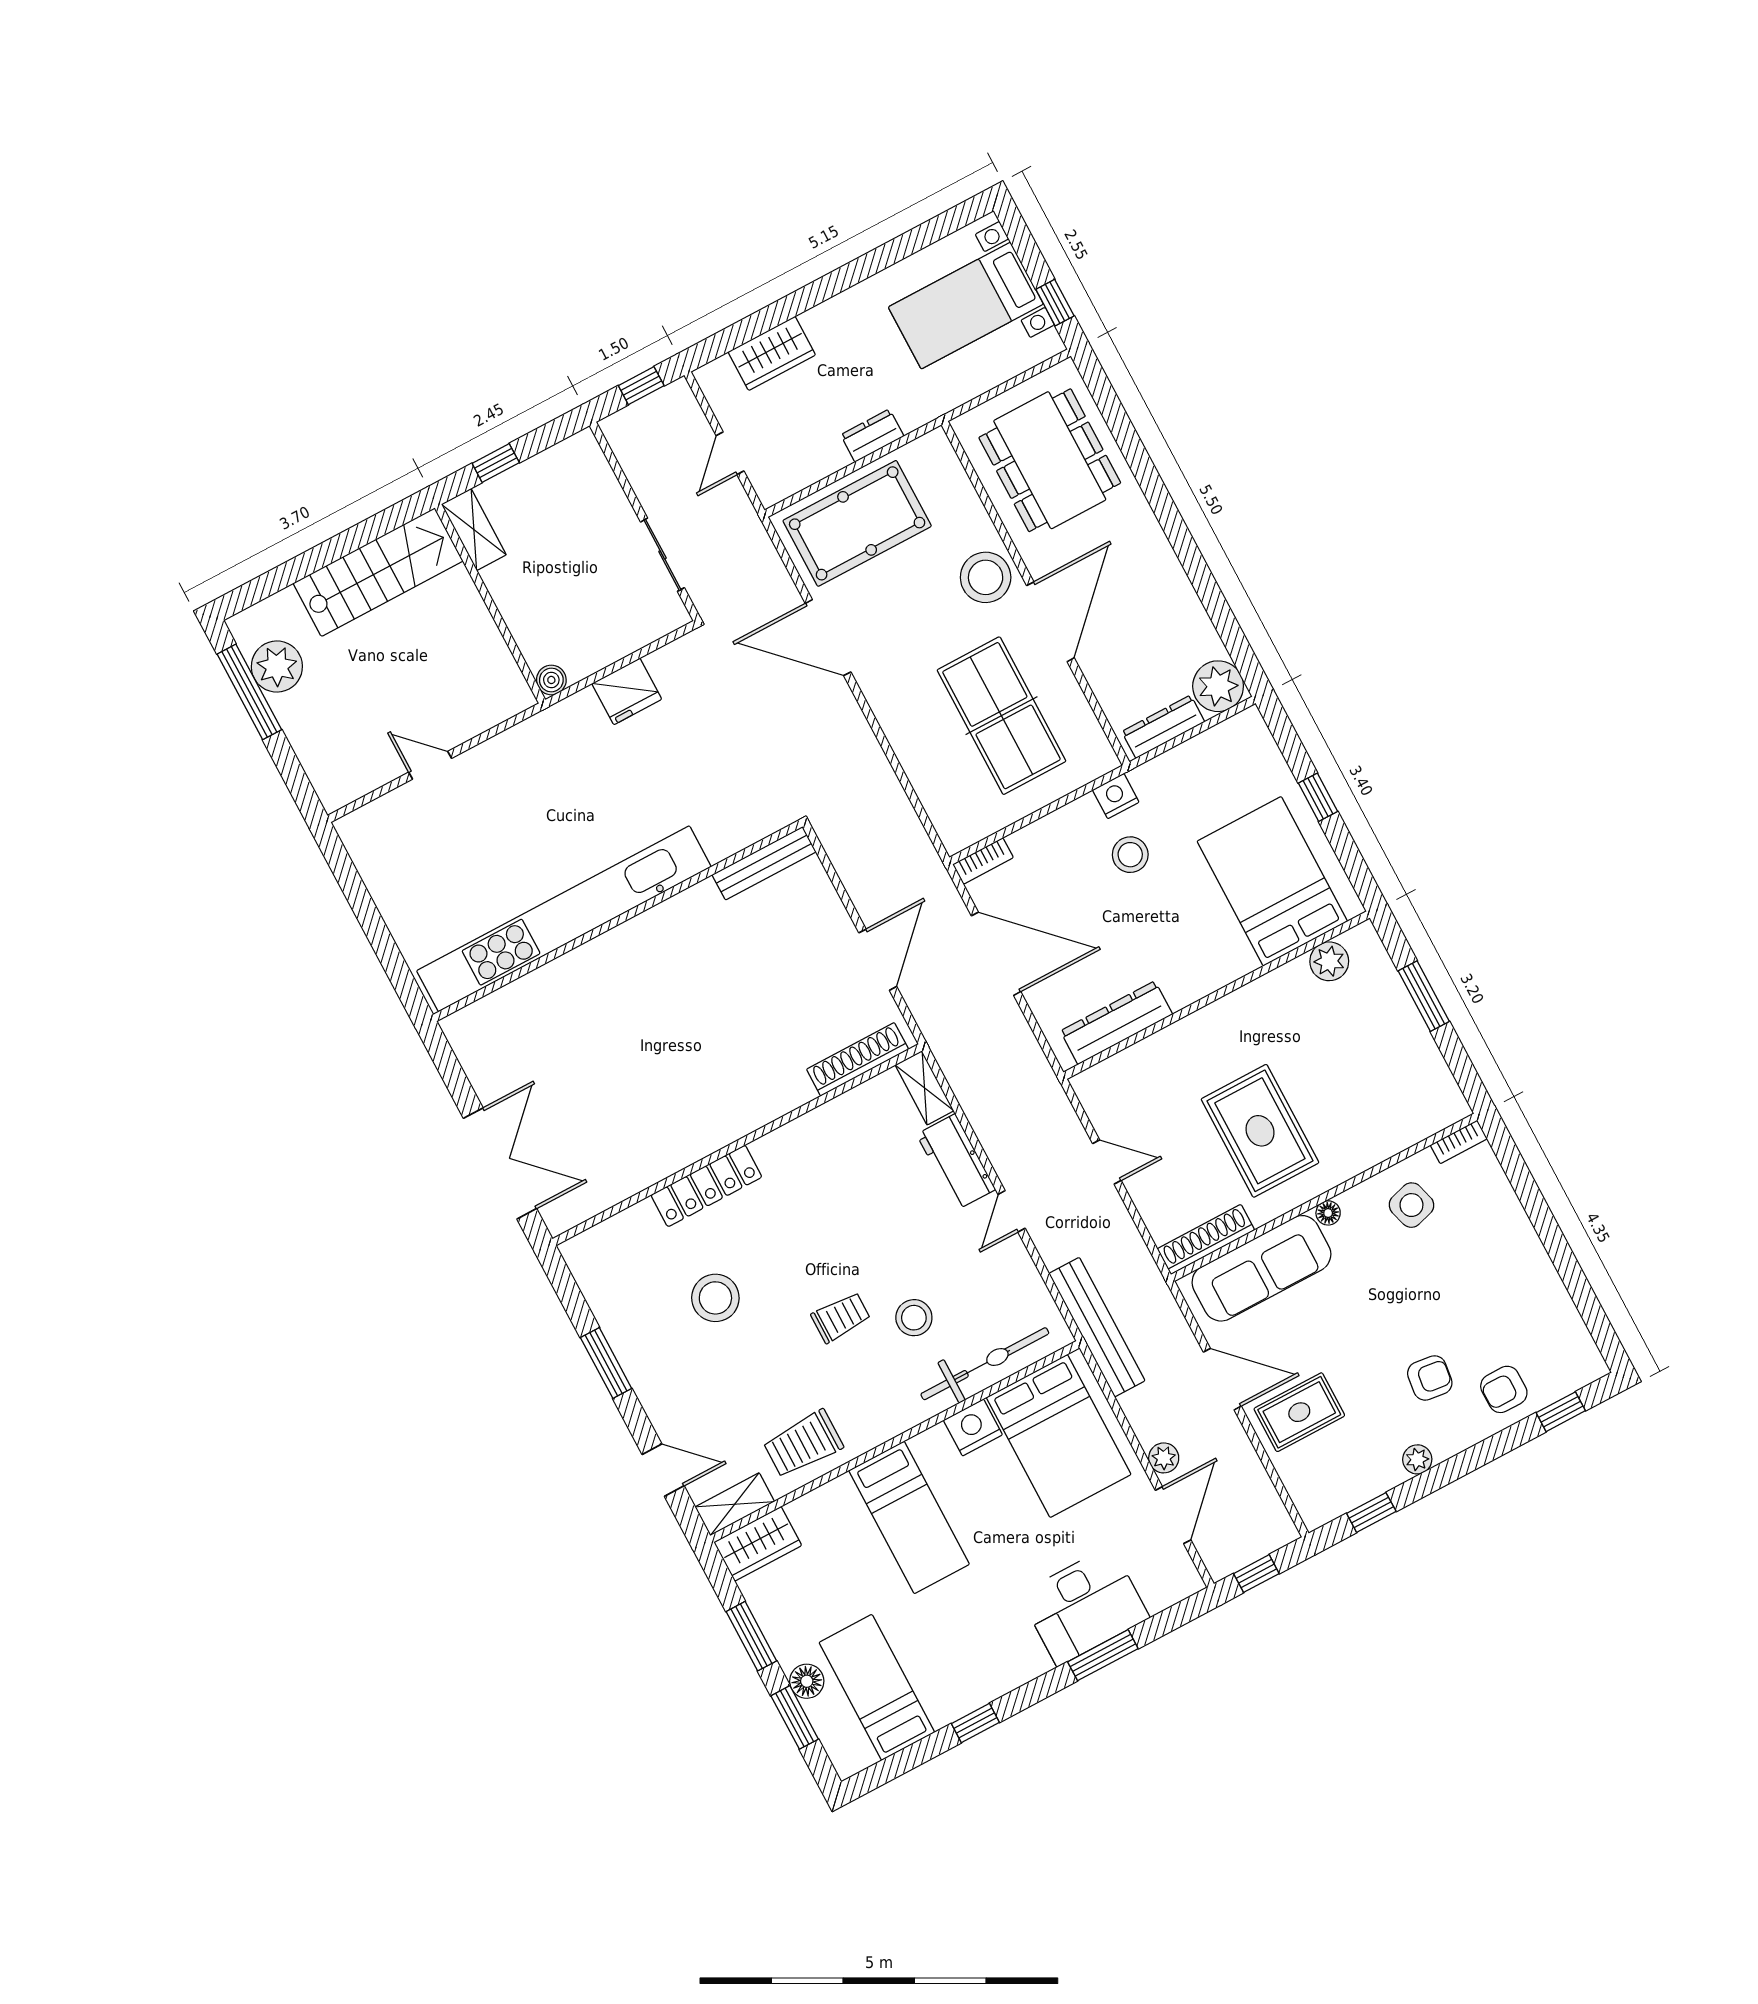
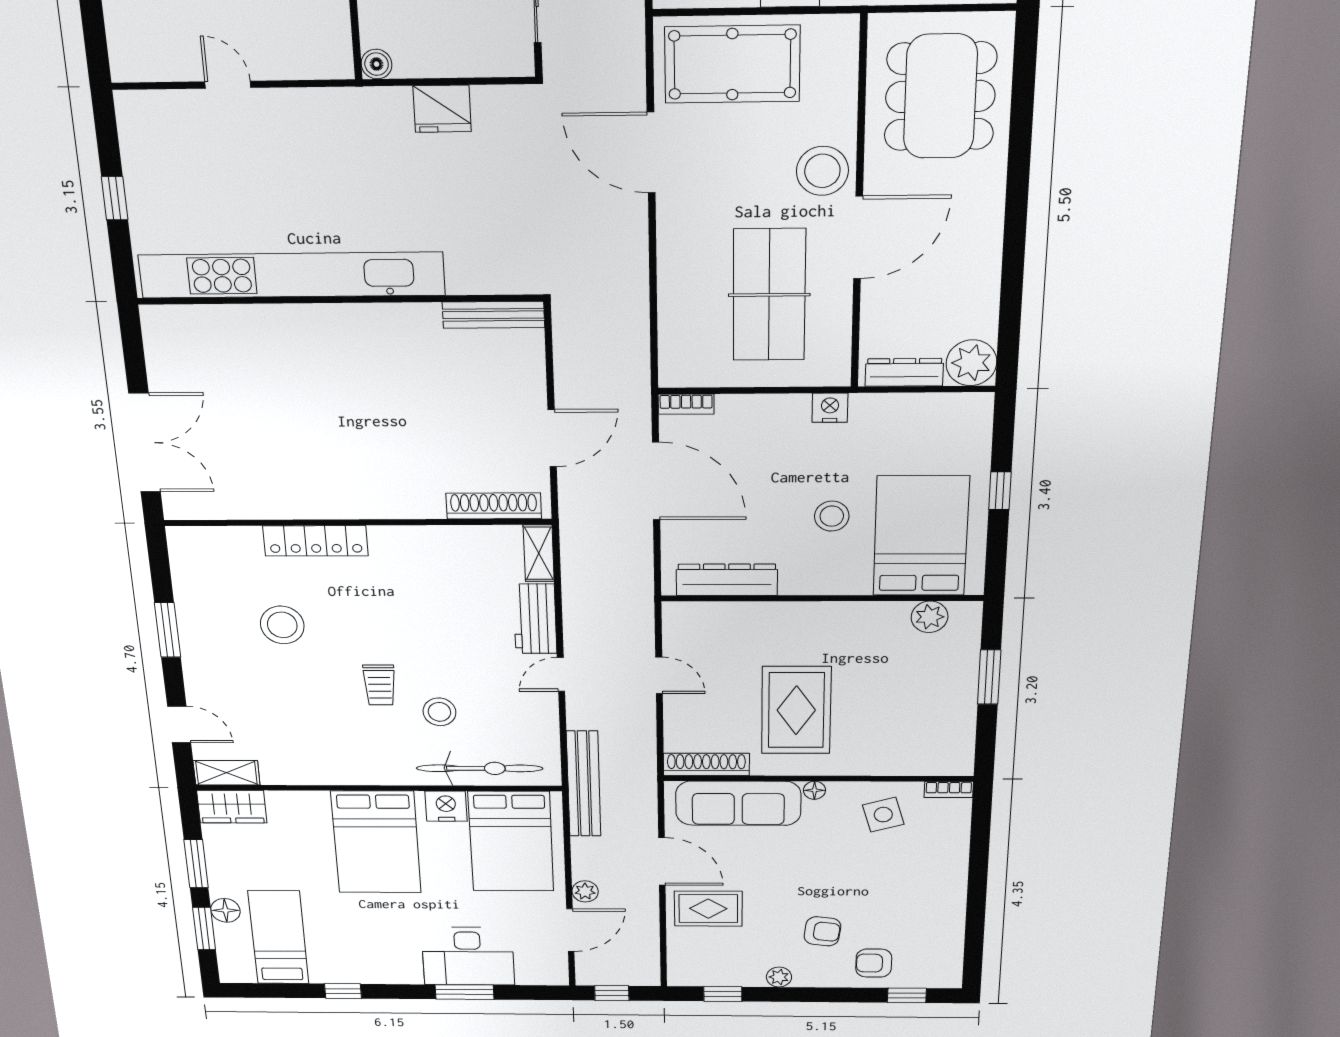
stool: (1130, 855) -> (832, 516), moved
window: (373, 925) -> (115, 198), added
trolley: (841, 1317) -> (380, 685), turned 90
trolley: (803, 1444) -> (303, 757), removed
bed: (909, 1517) -> (376, 842), width x1.50

